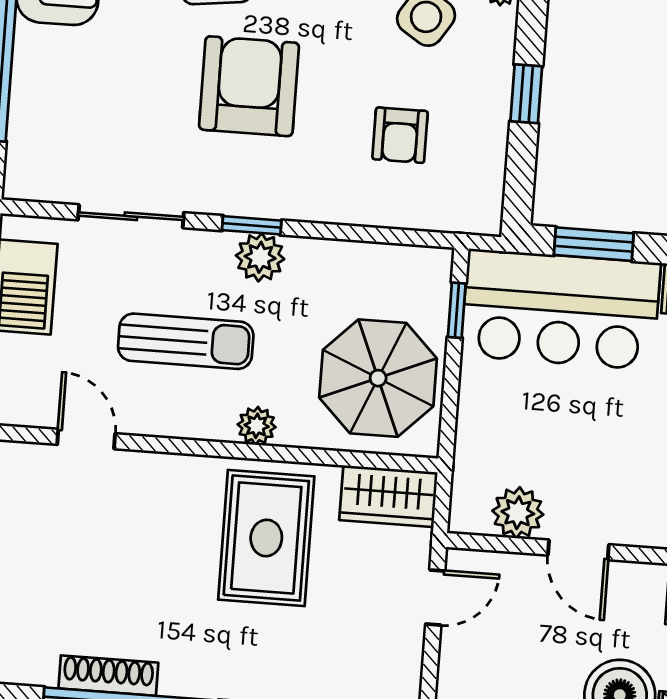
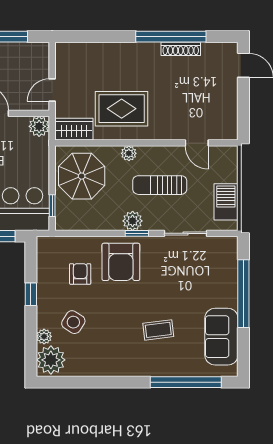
armchair: (249, 86) -> (121, 262), moved
plant: (518, 513) -> (39, 126), moved
rug: (266, 538) -> (122, 109), turned 90

